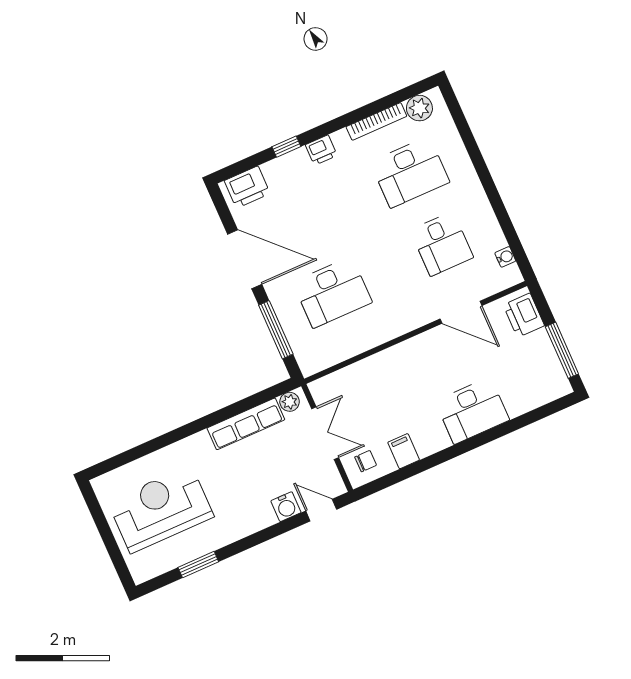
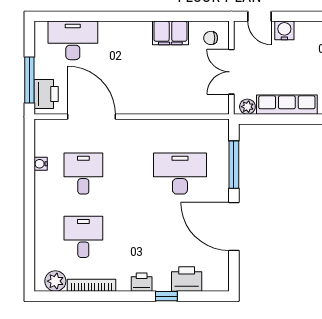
desk: (410, 172) -> (83, 237), width x0.73
printer: (247, 187) -> (187, 279), moved
water cooler: (505, 257) -> (41, 164), moved
door: (461, 312) -> (91, 117), width x1.36
window: (562, 350) -> (29, 80), moved
desk: (472, 411) -> (73, 40), moved
filing cabinet: (404, 451) -> (170, 33), width x2.00

